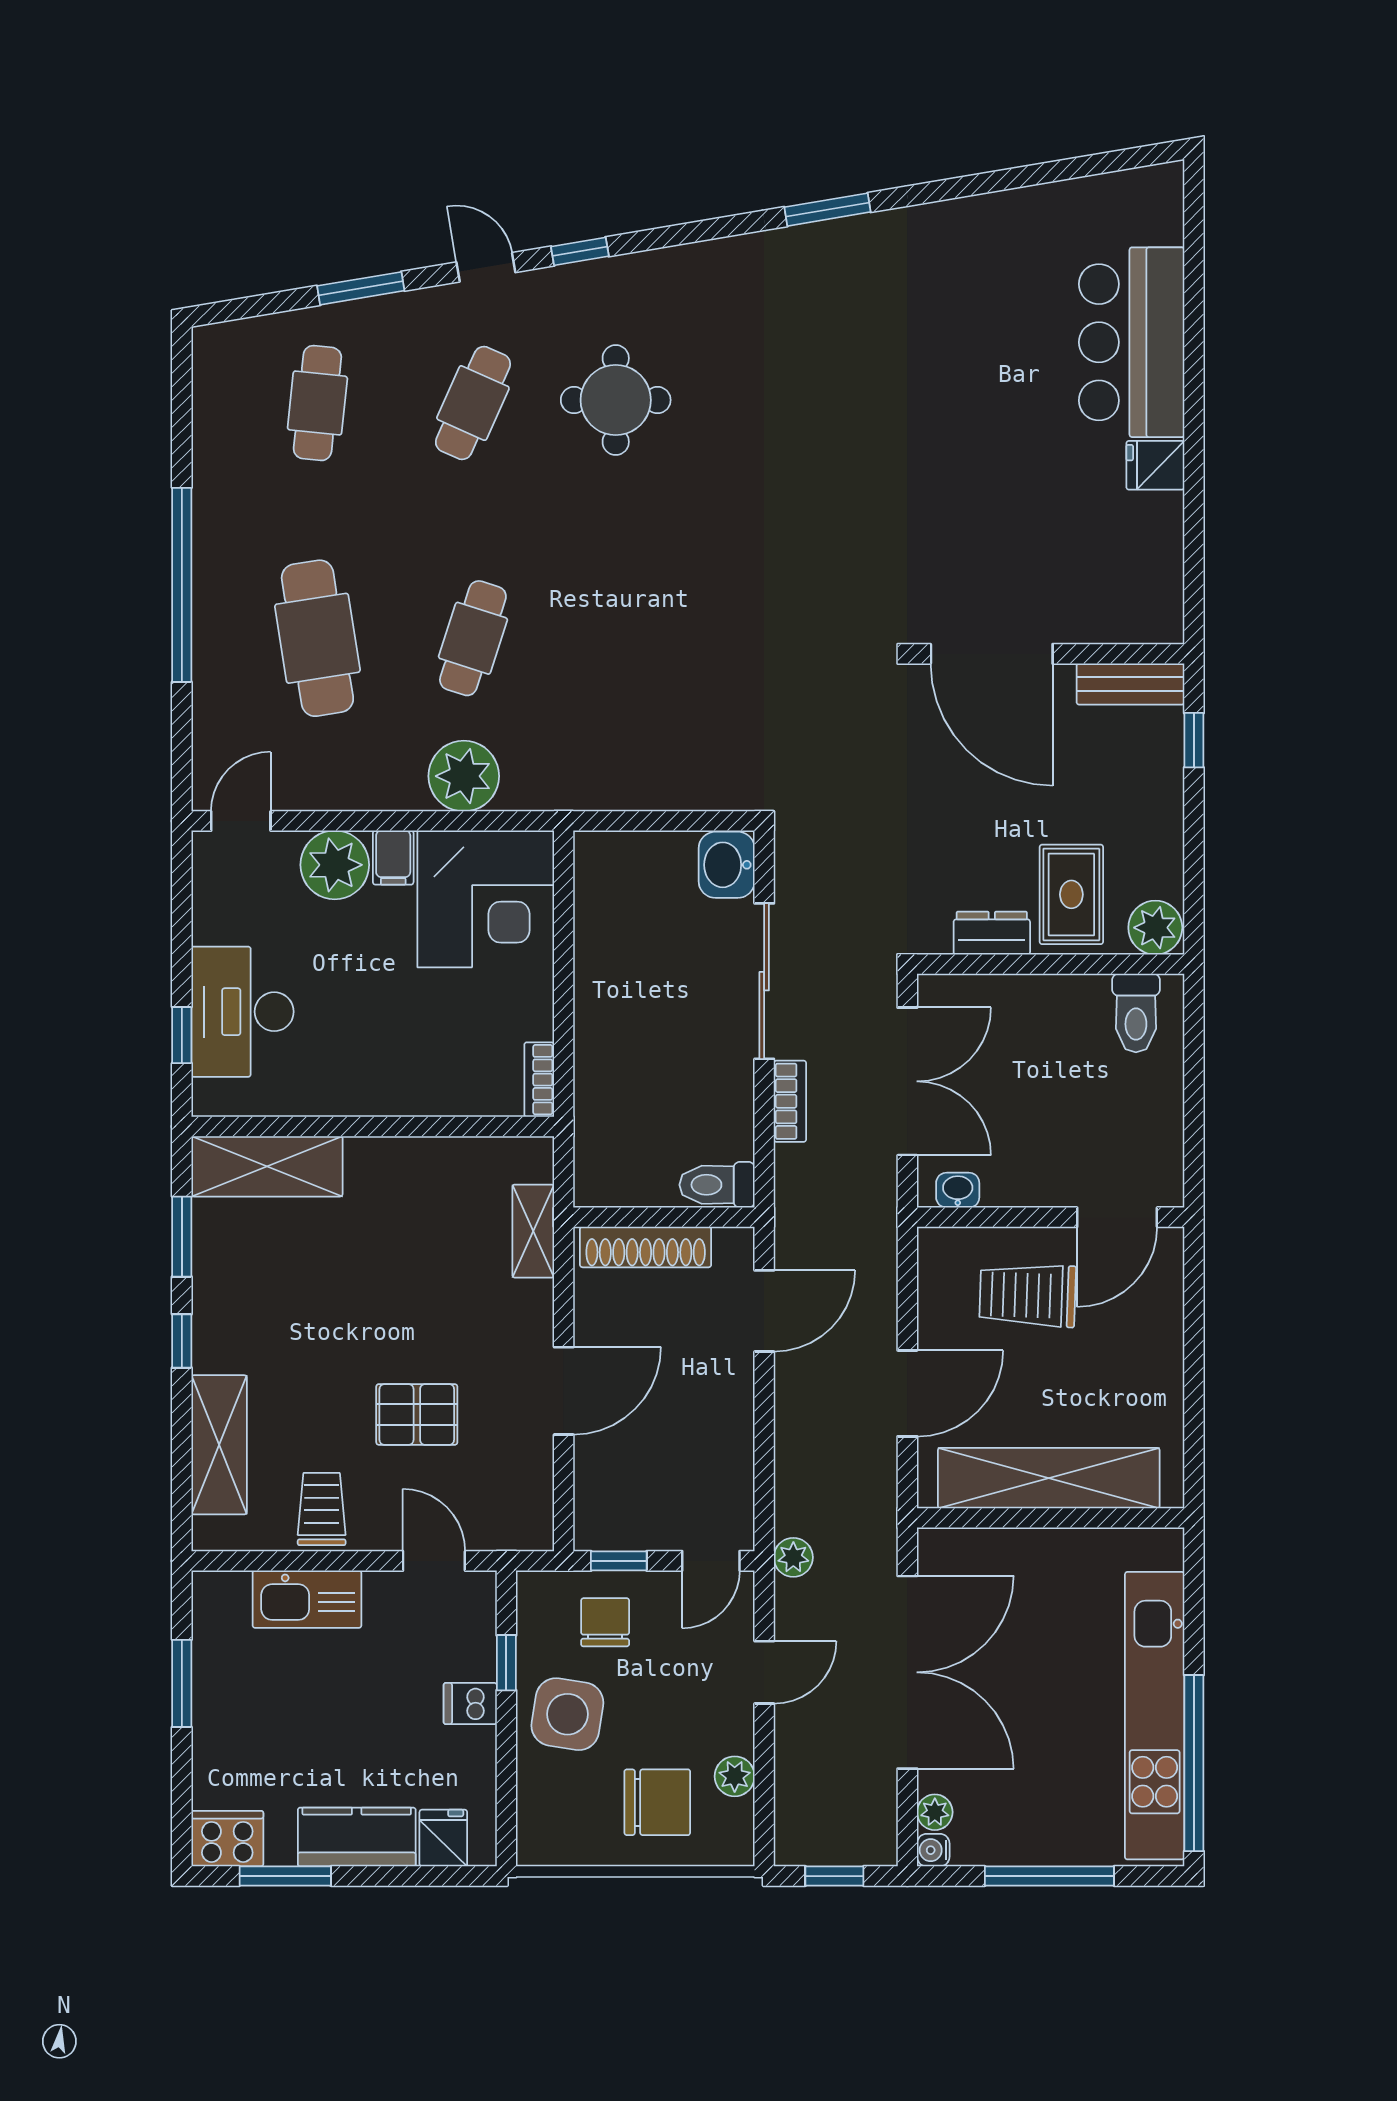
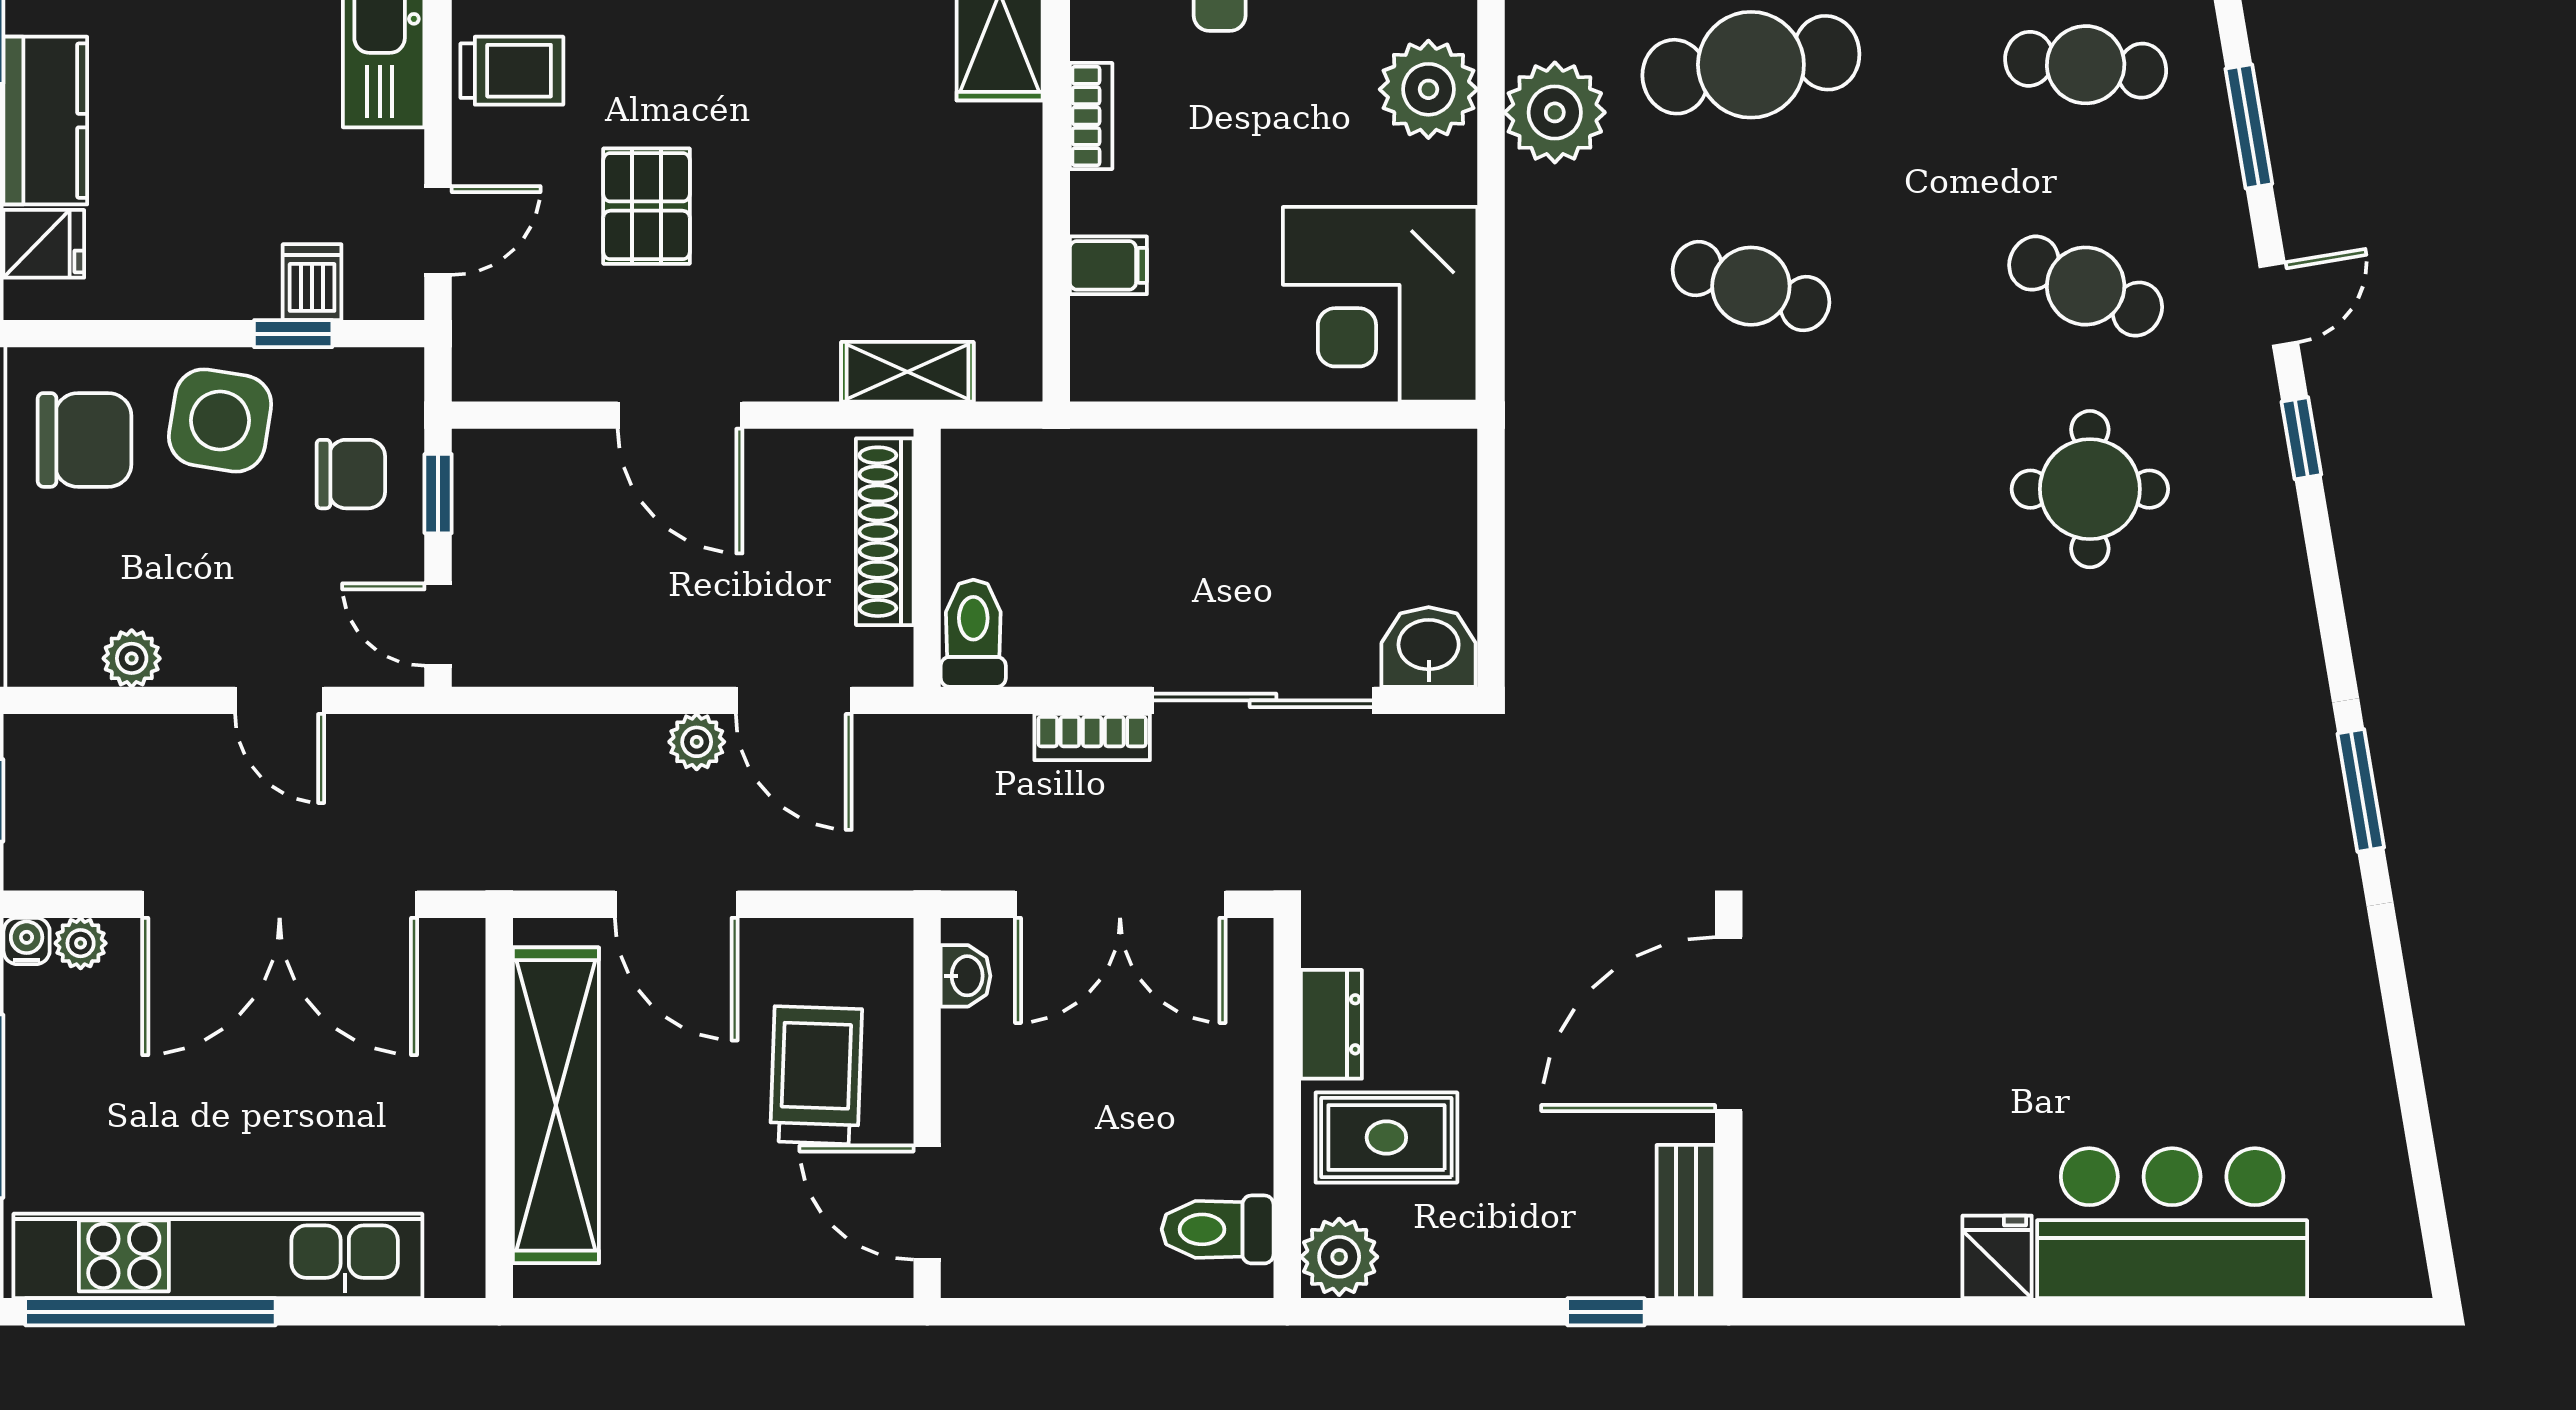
plant: (464, 776) -> (1555, 112), moved
filing cabinet: (393, 858) -> (1108, 265), moved, turned 180
bookcase: (539, 1080) -> (1091, 116), moved, turned 90
plant: (793, 1557) -> (697, 742), moved
dishwasher: (470, 1704) -> (312, 282), moved
chair: (657, 1802) -> (85, 440), moved, turned -90

